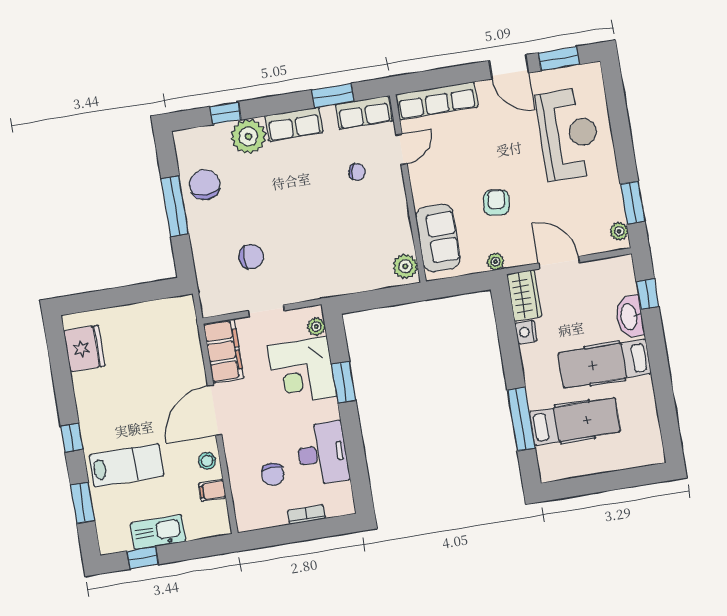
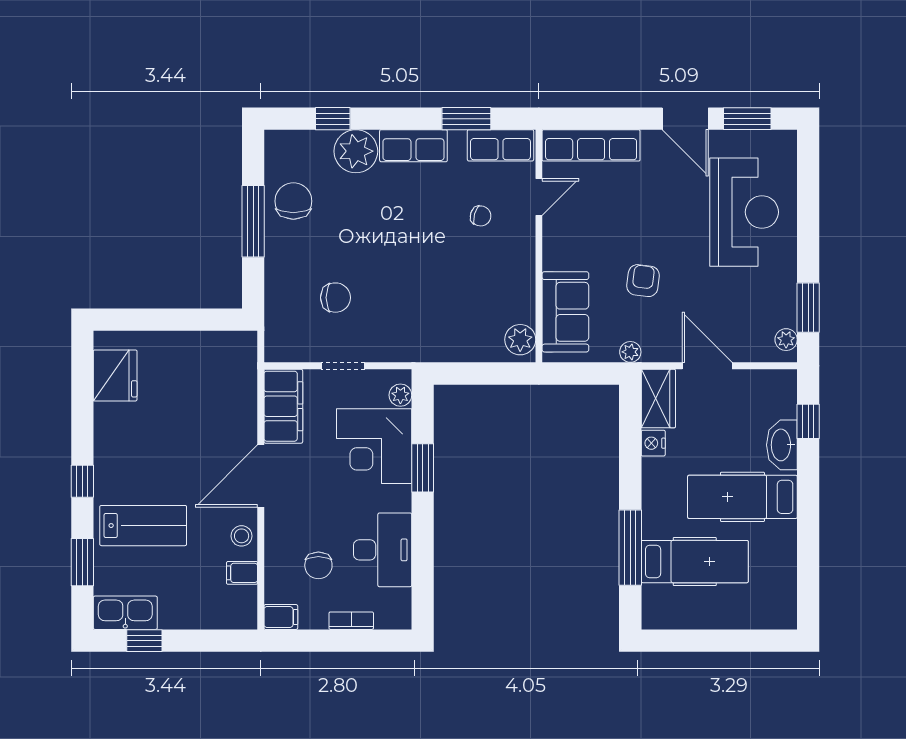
filing cabinet: (249, 521) -> (281, 617), added
kitchen sink: (158, 532) -> (125, 613), moved

